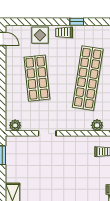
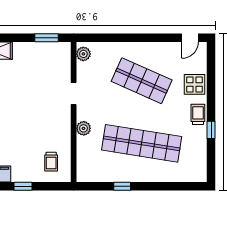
shop shelf: (37, 78) -> (142, 81), turned 30
plant: (97, 125) -> (84, 128), moved

